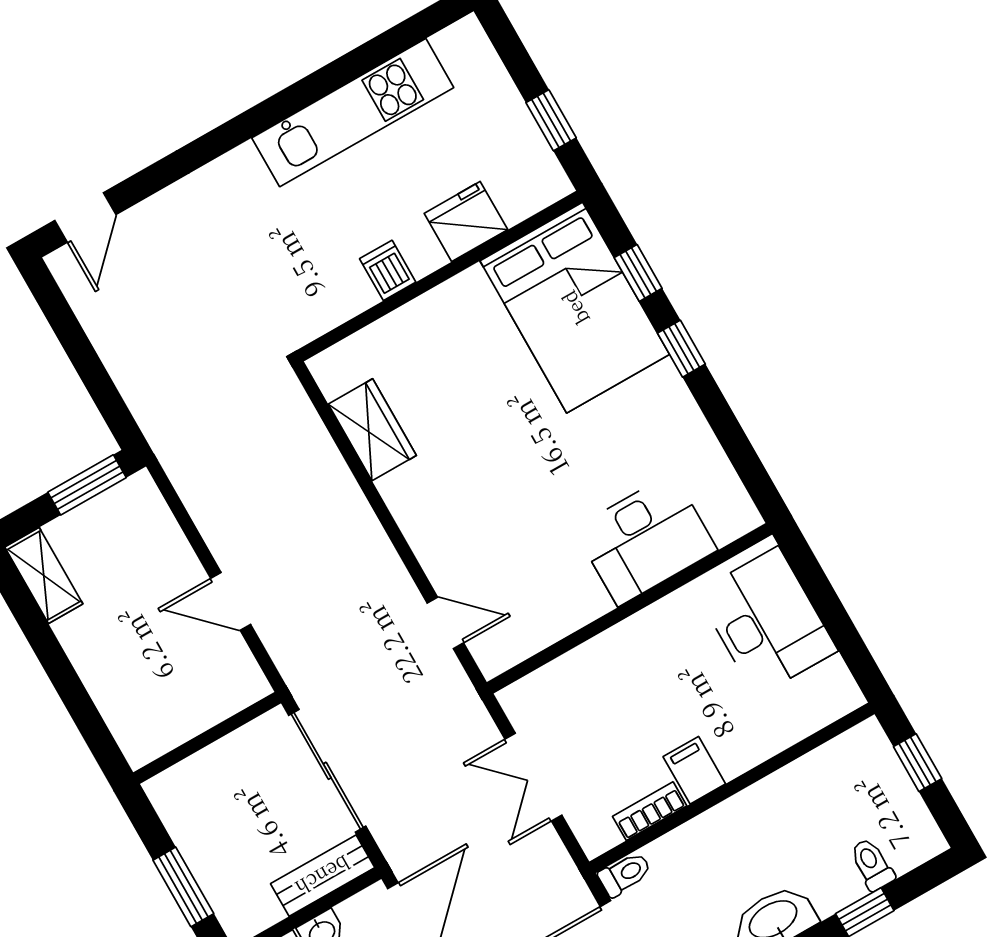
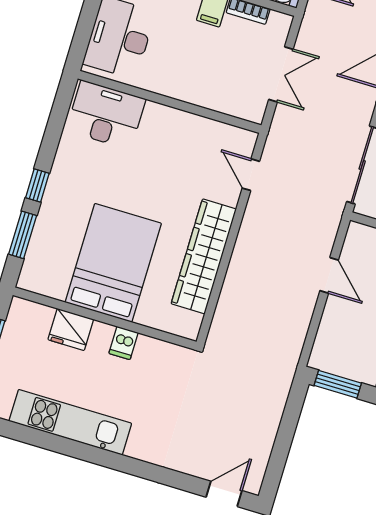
window: (638, 273) -> (23, 235), width x1.50
bed: (575, 308) -> (113, 263), moved
wardrobe: (372, 430) -> (204, 256), width x2.10, depth x1.17
desk: (645, 539) -> (106, 115), moved

